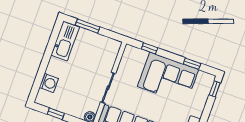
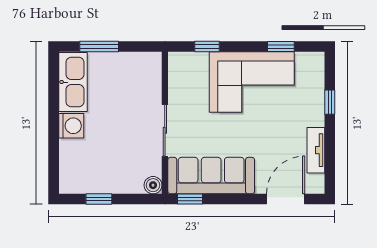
washing machine: (49, 83) -> (71, 126), moved
window: (215, 89) -> (330, 102), moved

